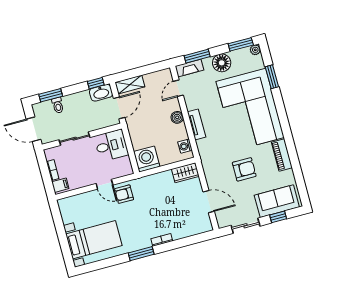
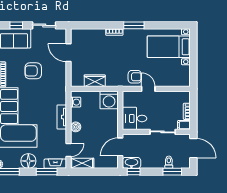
shelving: (130, 85) -> (82, 163), moved
wardrobe: (185, 173) -> (95, 81), moved
filing cabinet: (60, 185) -> (184, 125), moved

